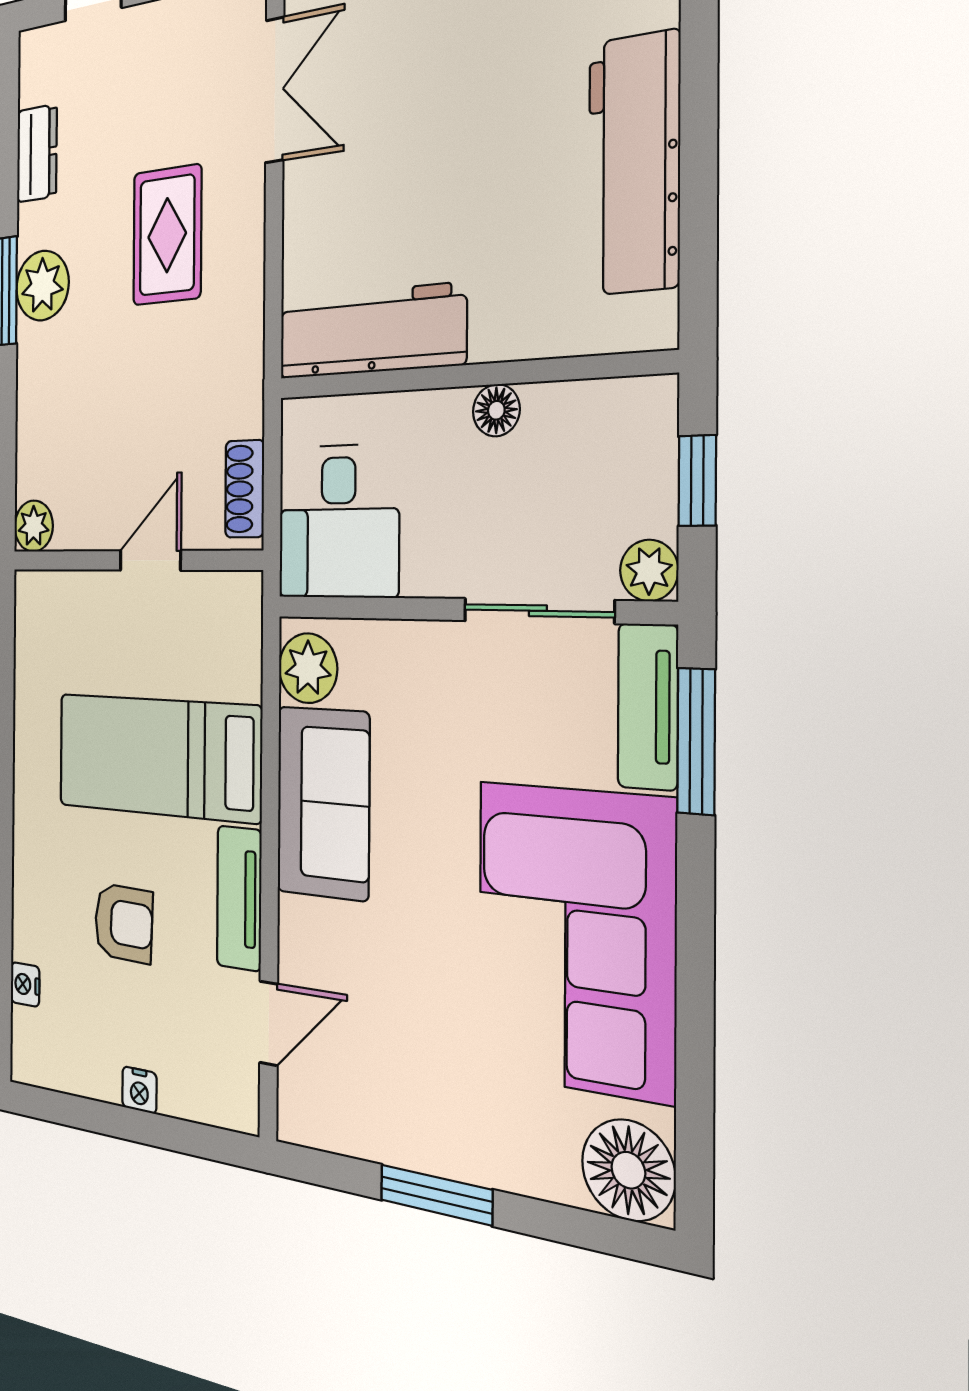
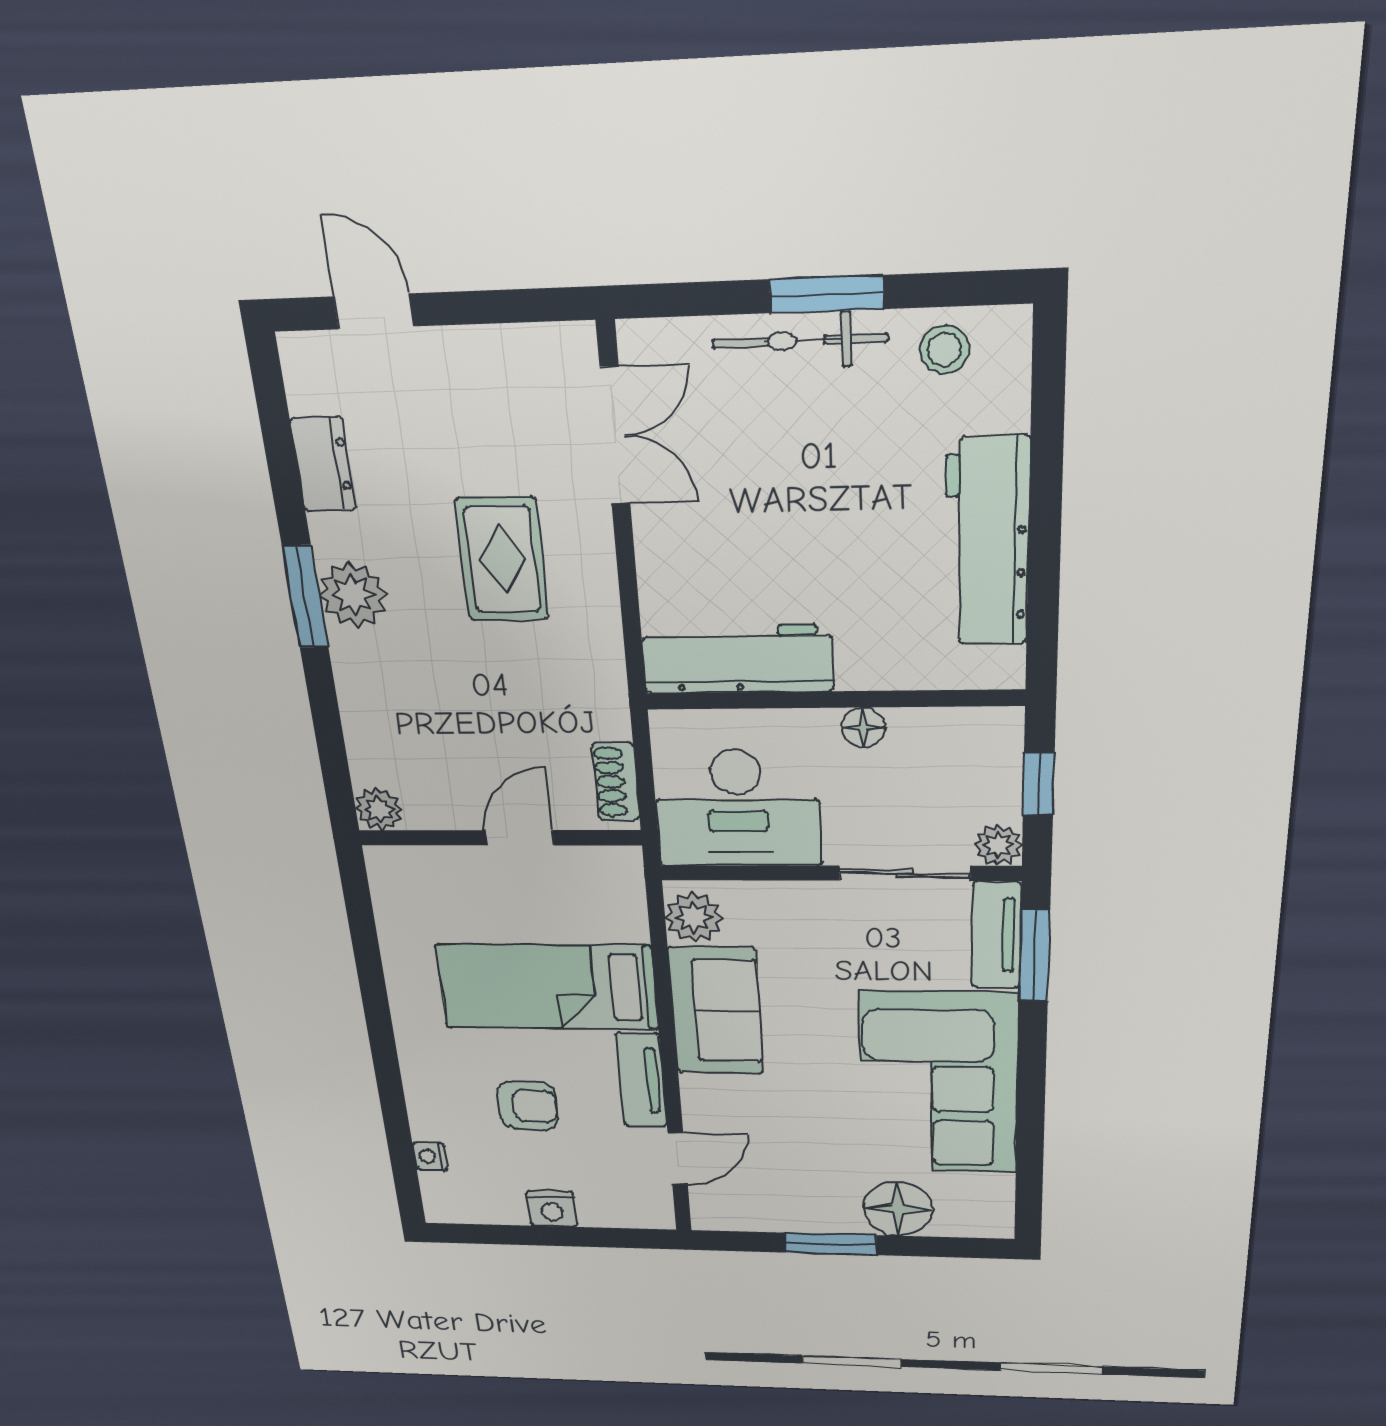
desk: (338, 521) -> (737, 808), width x1.37
nightstand: (139, 1090) -> (552, 1209), width x1.39, depth x1.35
floor lamp: (628, 1170) -> (898, 1209), moved

